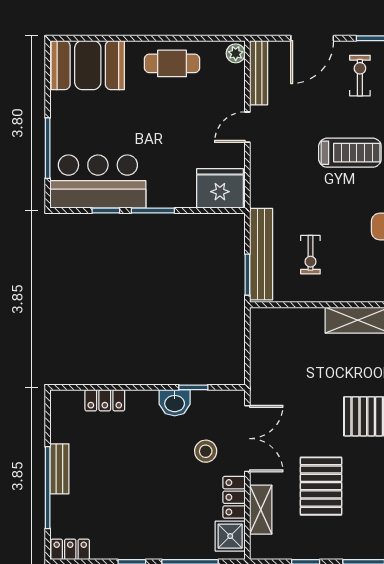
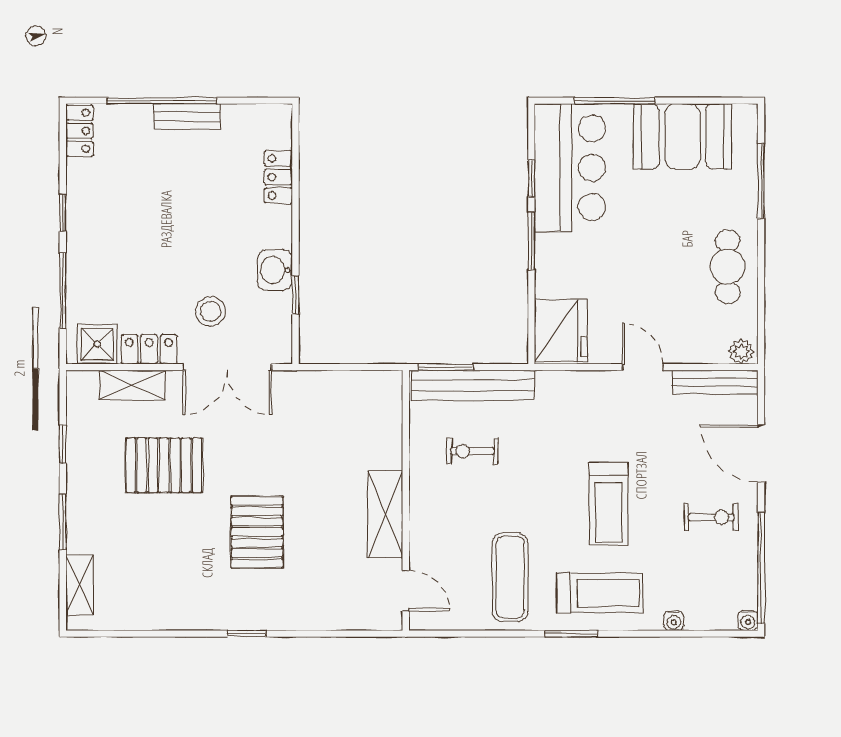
window: (108, 38) -> (761, 181), added
booth: (88, 65) -> (682, 136), moved, turned 90

